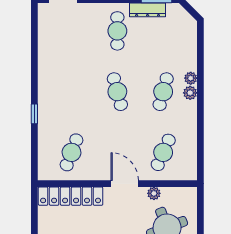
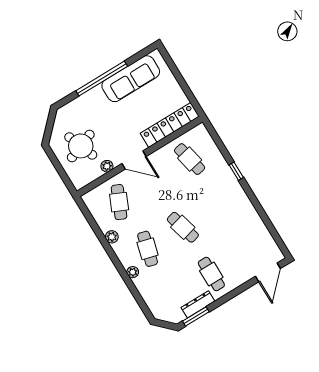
plant: (190, 93) -> (112, 237), moved
cafe table: (72, 152) -> (190, 159), turned -33

